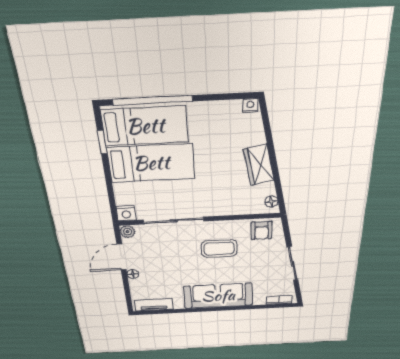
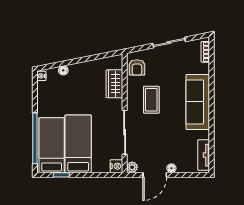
wardrobe: (259, 165) -> (114, 84), moved, turned 101
floor lamp: (271, 202) -> (63, 70), moved
armchair: (262, 230) -> (137, 67), turned 90
door: (122, 257) -> (155, 175), hinge flipped

